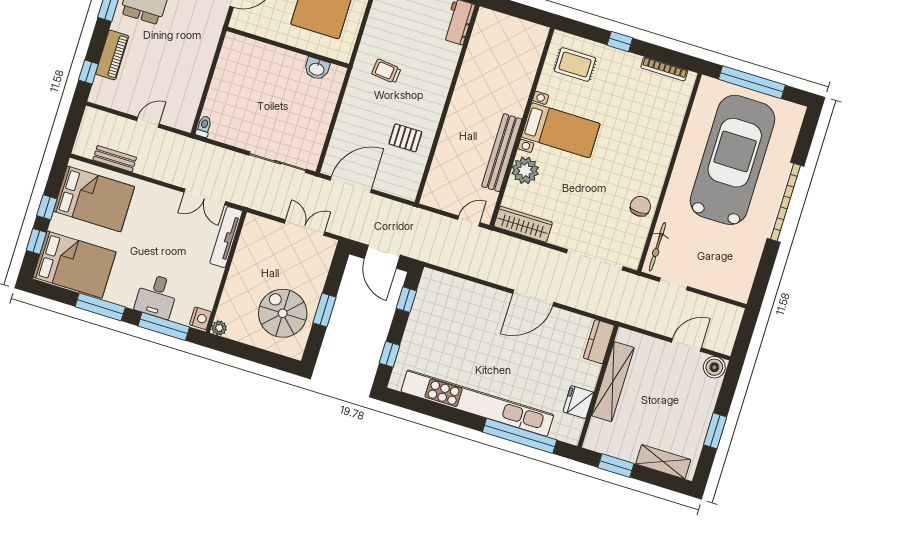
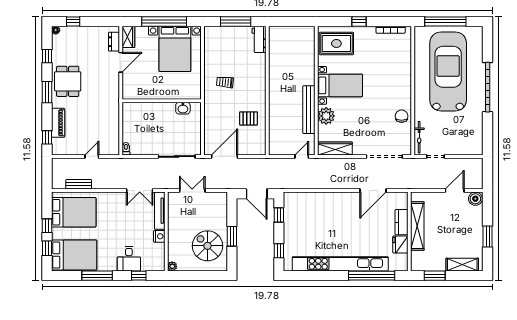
wall: (288, 47) -> (162, 101), moved
rug: (575, 65) -> (336, 43), width x1.36, depth x1.43
washbasin: (317, 69) -> (183, 108), moved
double door: (305, 228) -> (192, 191), moved
door: (533, 298) -> (373, 191), moved
nightstand: (200, 318) -> (159, 236), moved
window: (164, 326) -> (139, 276), width x0.46
kitchen counter: (599, 342) -> (402, 222), moved

